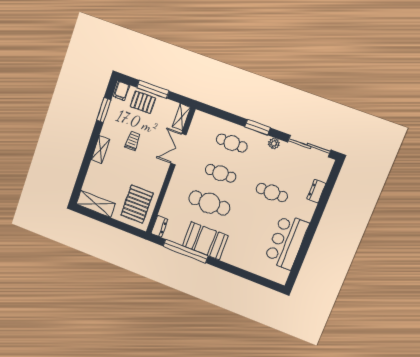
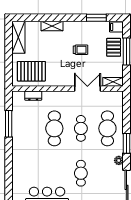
cafe table: (232, 143) -> (107, 128), width x1.37, depth x1.35
shelving: (100, 150) -> (52, 26), moved
dresser: (159, 226) -> (33, 96), moved
booth: (205, 241) -> (23, 136), removed
window: (186, 251) -> (9, 124), width x0.68

